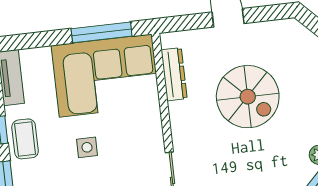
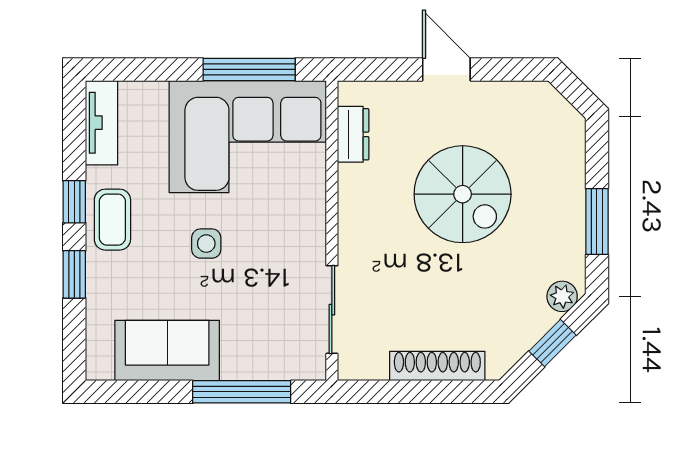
dresser: (174, 74) -> (353, 134), width x0.70

